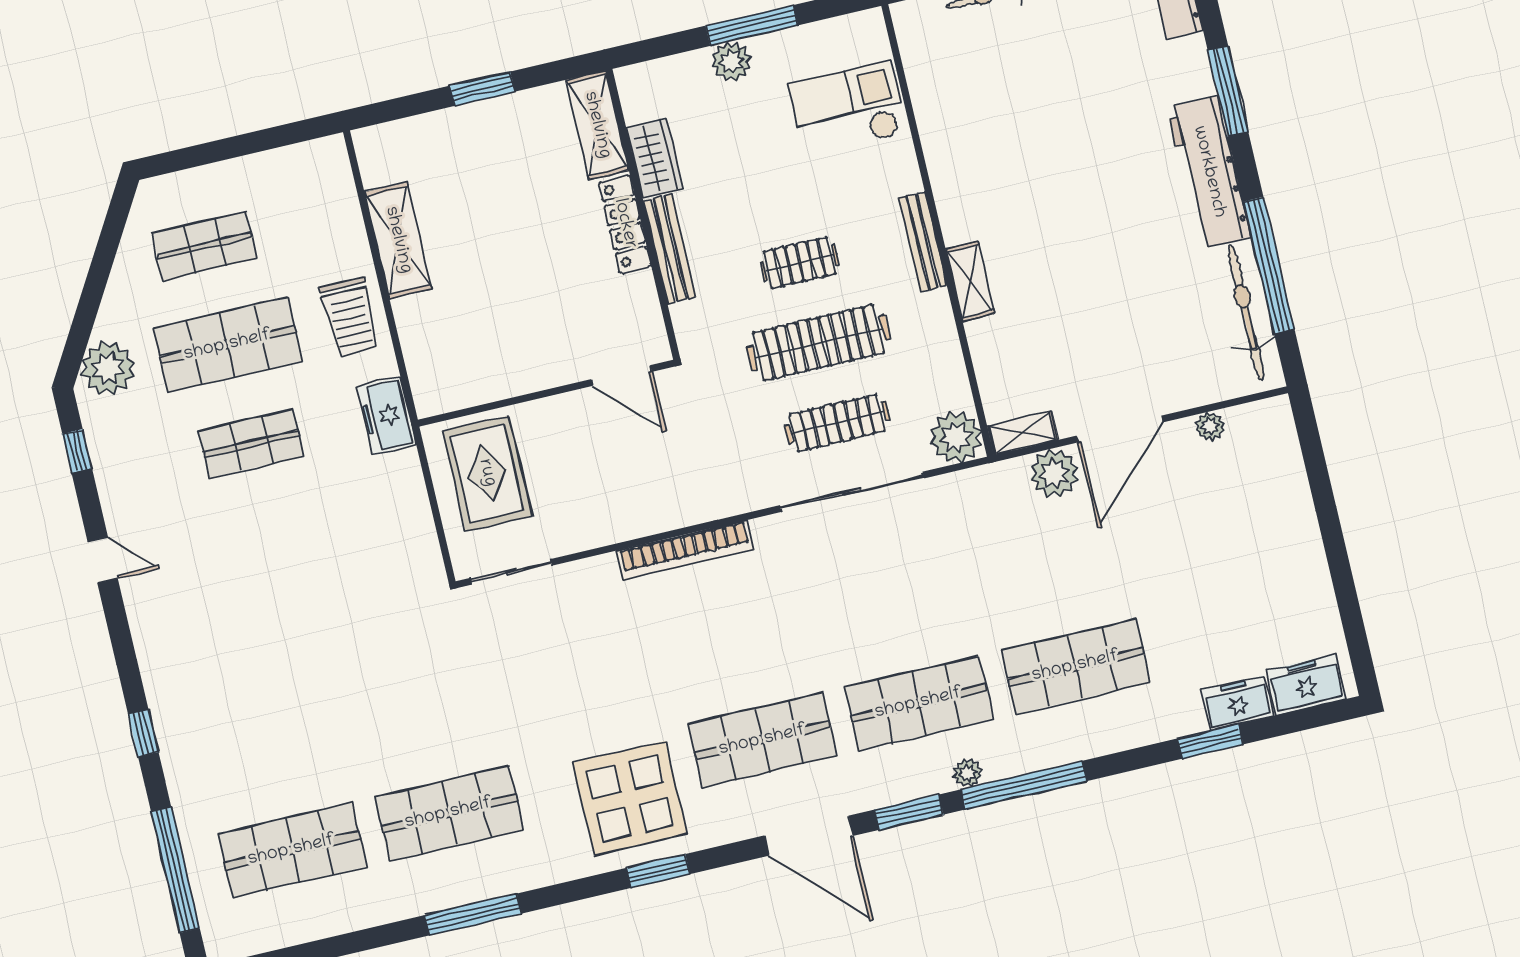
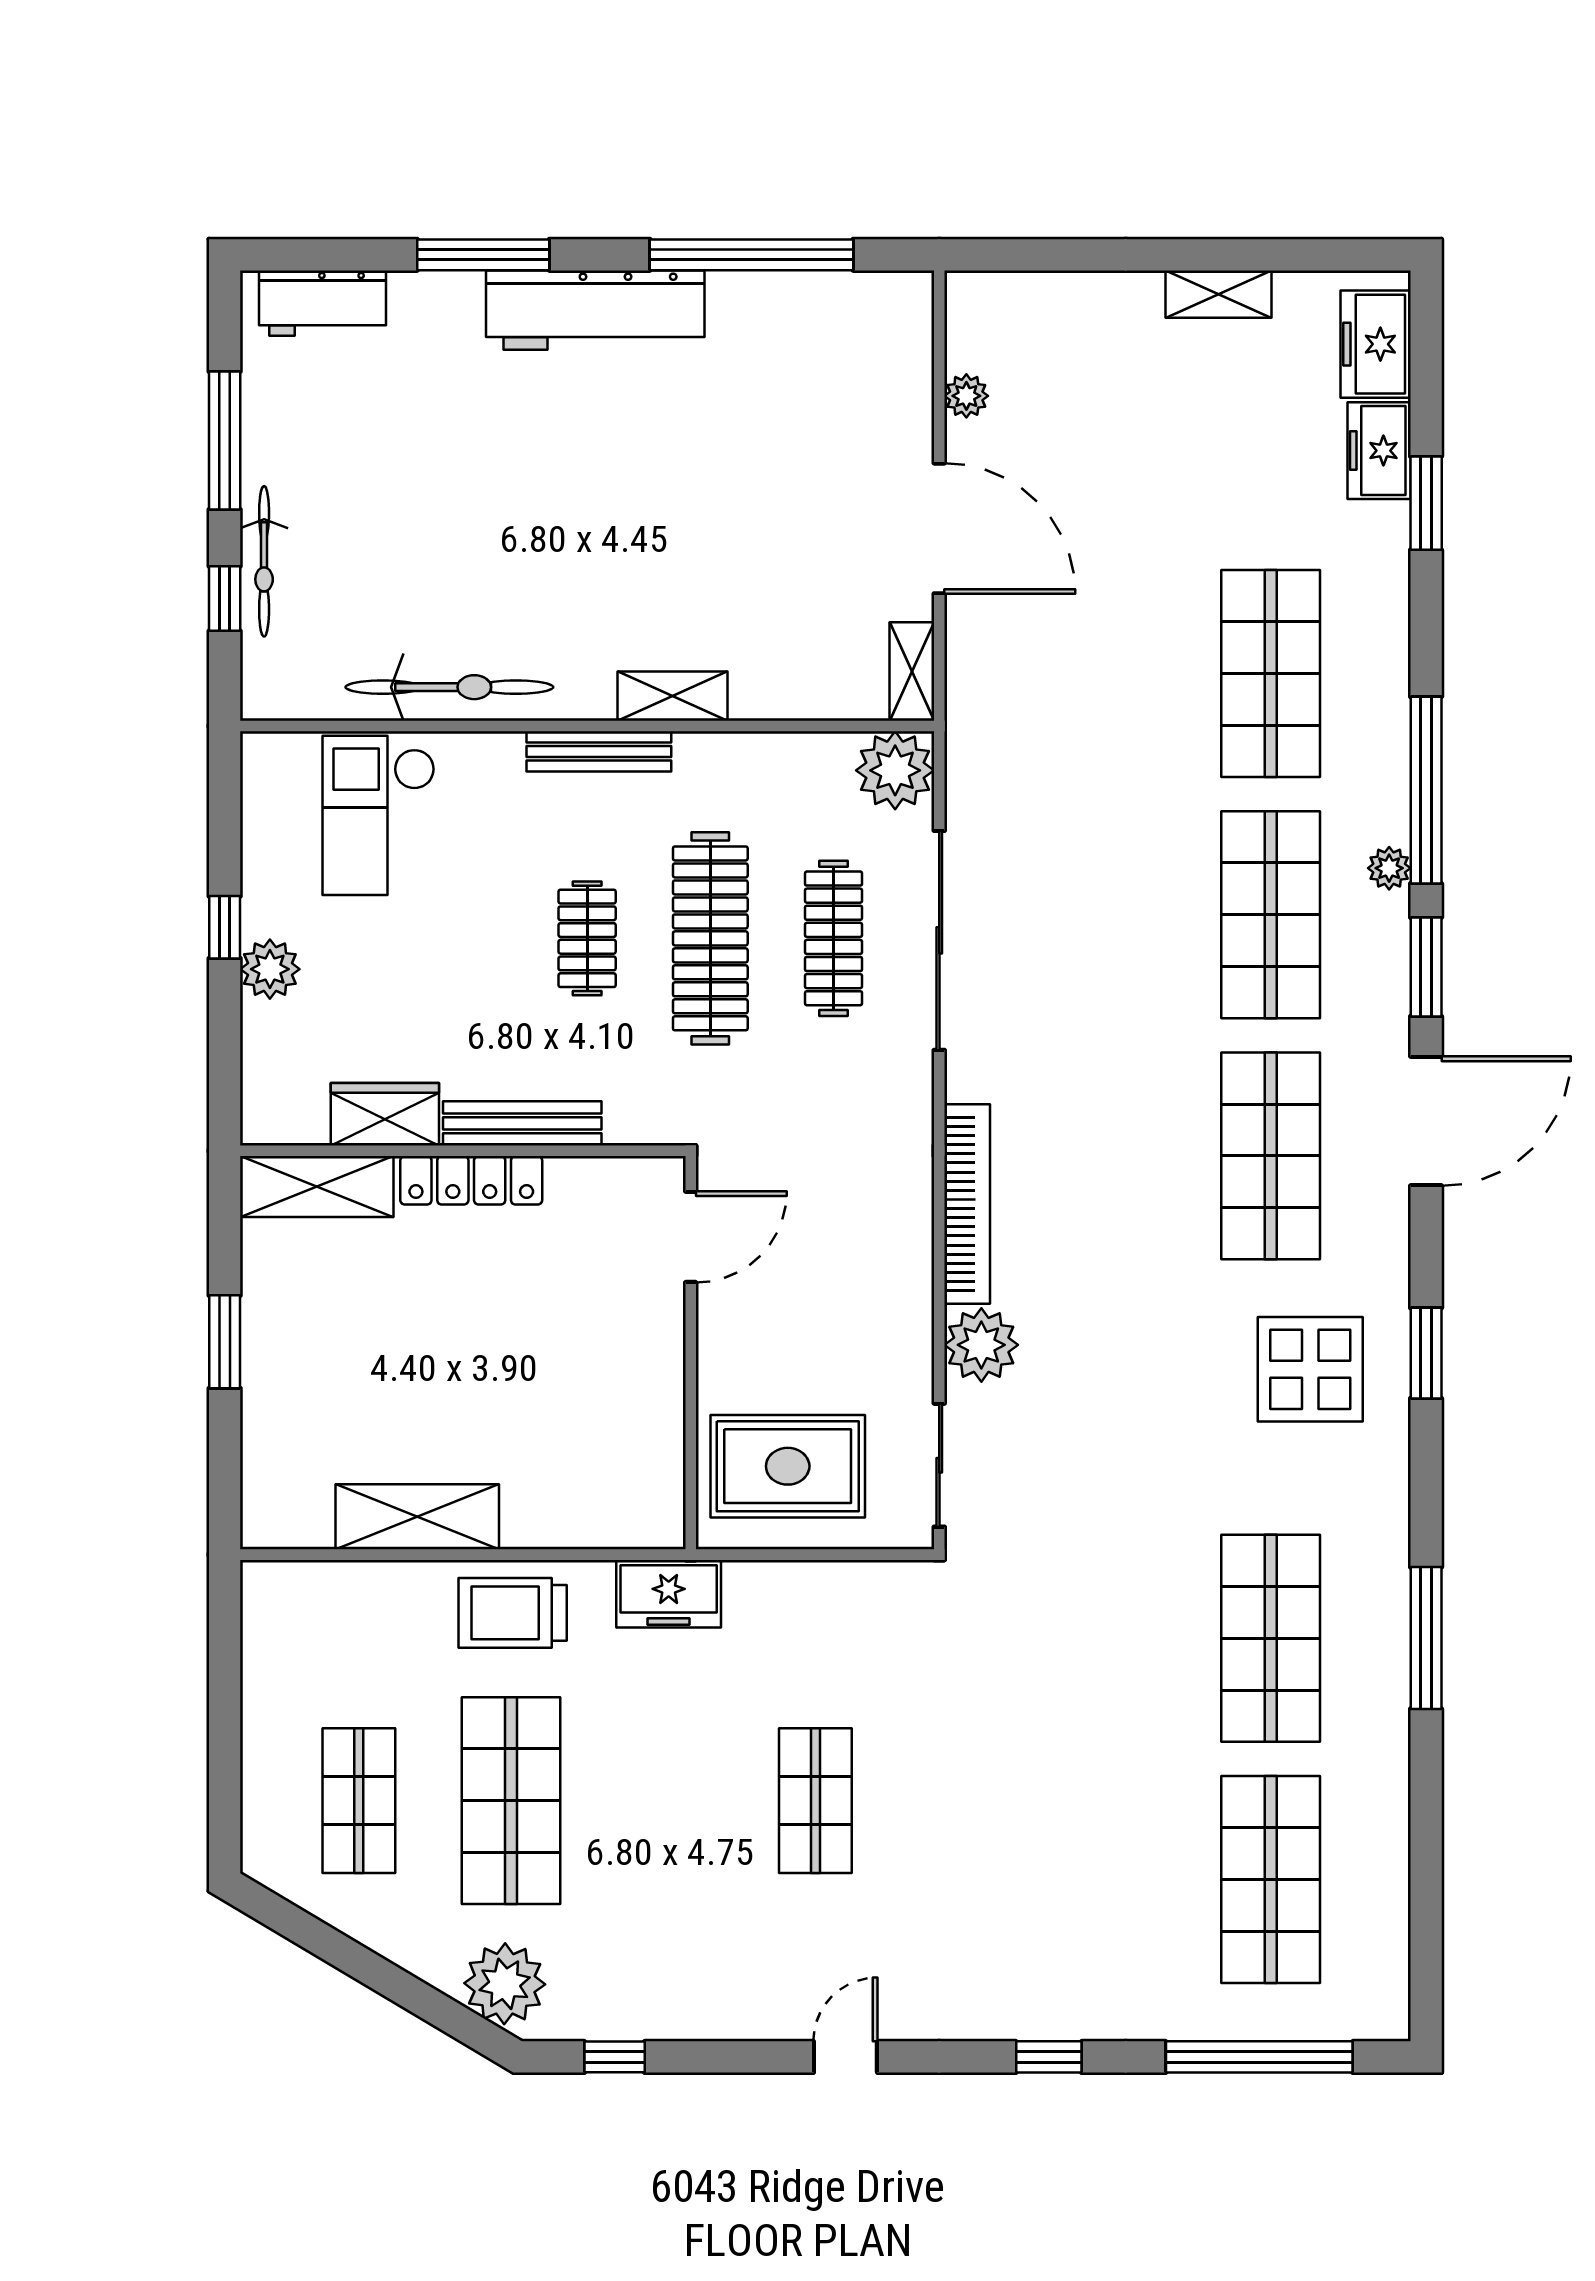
window: (752, 26) -> (225, 927), width x0.46
bicycle: (1246, 313) -> (449, 687), moved, turned 180
trolley: (350, 317) -> (513, 1613), turned 180
shop shelf: (251, 444) -> (815, 1801), moved
plant: (1054, 473) -> (981, 1345), moved
door: (103, 560) -> (845, 2057), moved
shelving: (1314, 575) -> (1218, 294), added
display table: (630, 798) -> (1310, 1369), width x0.73, depth x0.73

